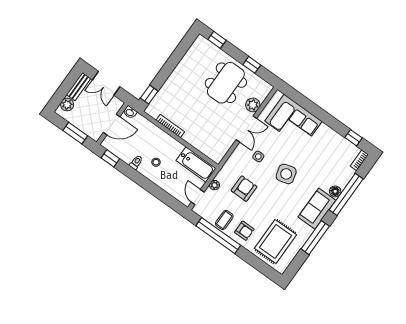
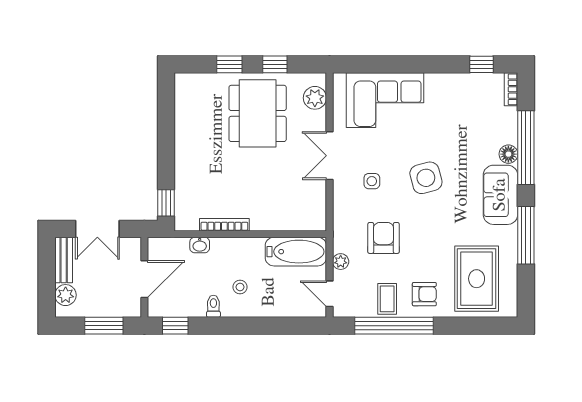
window: (217, 40) -> (229, 64), moved
plant: (253, 105) -> (315, 98), moved
washbasin: (130, 112) -> (200, 245), moved
double door: (246, 129) -> (330, 156), swing flipped

